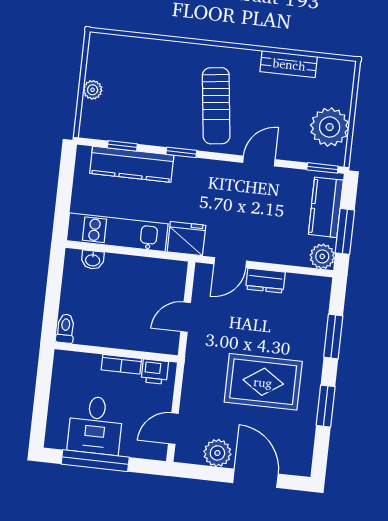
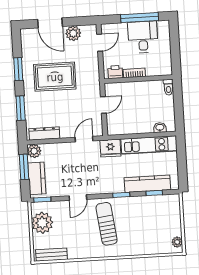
bench: (289, 64) -> (51, 255), moved
plant: (93, 90) -> (177, 242), moved
dresser: (265, 281) -> (44, 134), moved, width x1.44

